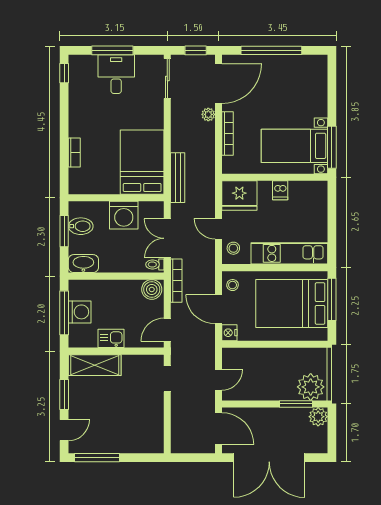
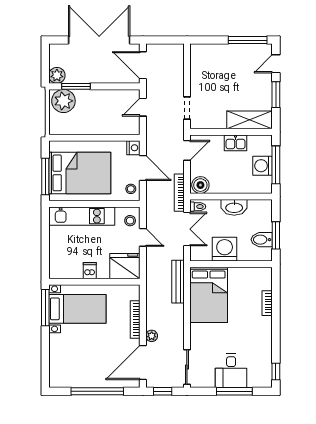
washbasin: (83, 264) -> (234, 207), moved

